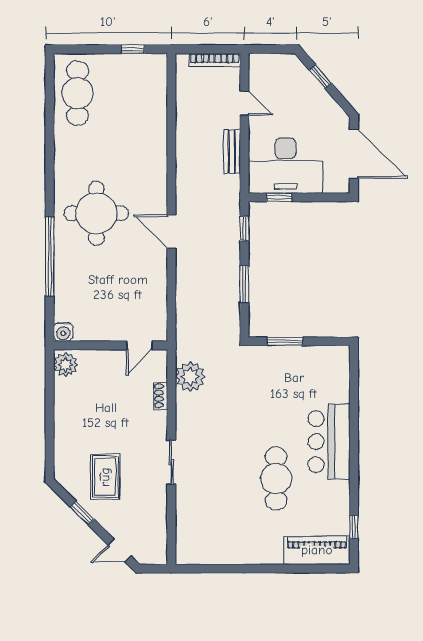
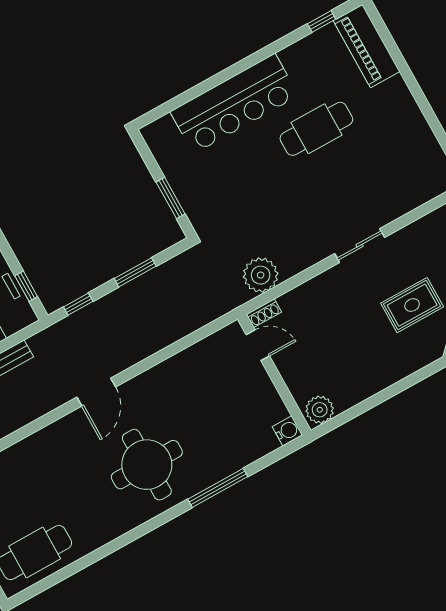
door: (171, 232) -> (96, 392), moved
window: (50, 256) -> (218, 488), width x0.68
shoe rack: (161, 396) -> (264, 313), moved
bar counter: (329, 442) -> (234, 104), width x1.36

